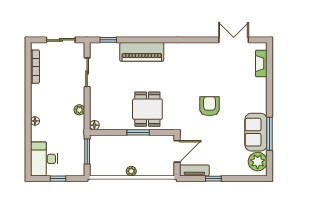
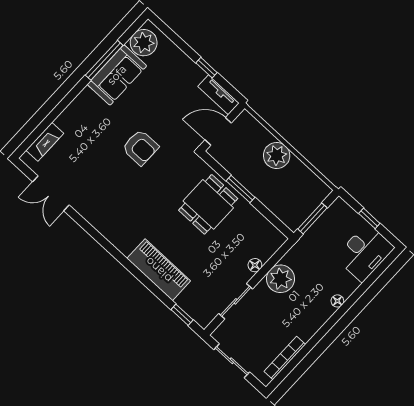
armchair: (209, 106) -> (140, 147), turned -90
plant: (79, 110) -> (280, 279), width x1.88, depth x1.88
floor lamp: (94, 125) -> (255, 265), moved
plant: (131, 171) -> (277, 156), width x1.88, depth x1.88

